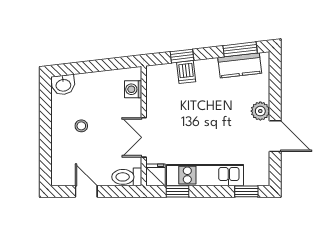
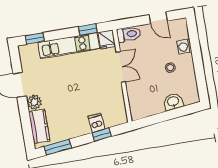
kitchen counter: (240, 65) -> (39, 126), moved, turned 97
washbasin: (63, 85) -> (173, 102), moved
washing machine: (133, 89) -> (184, 47), moved, turned 180

